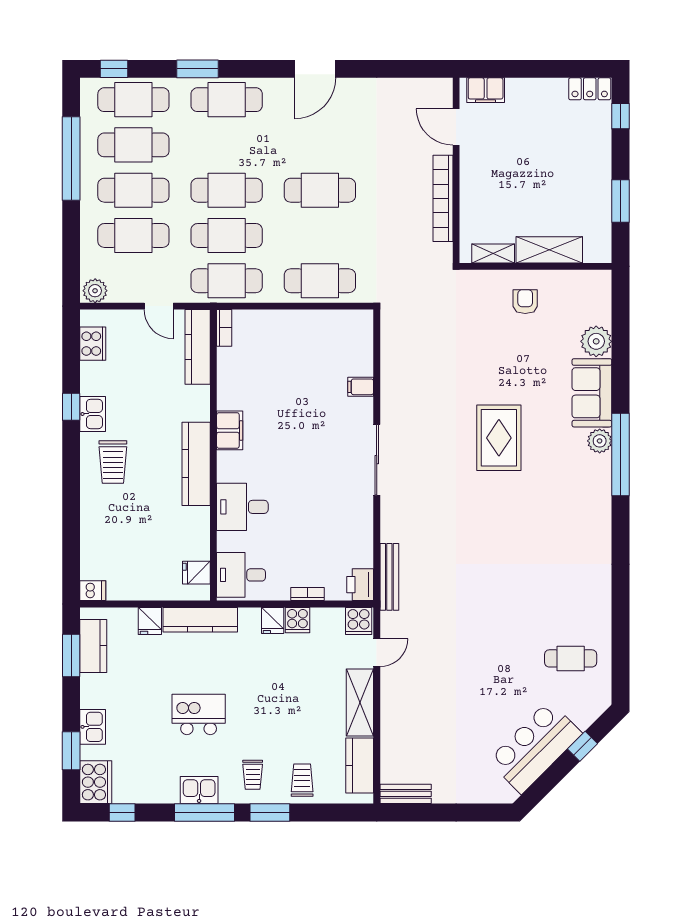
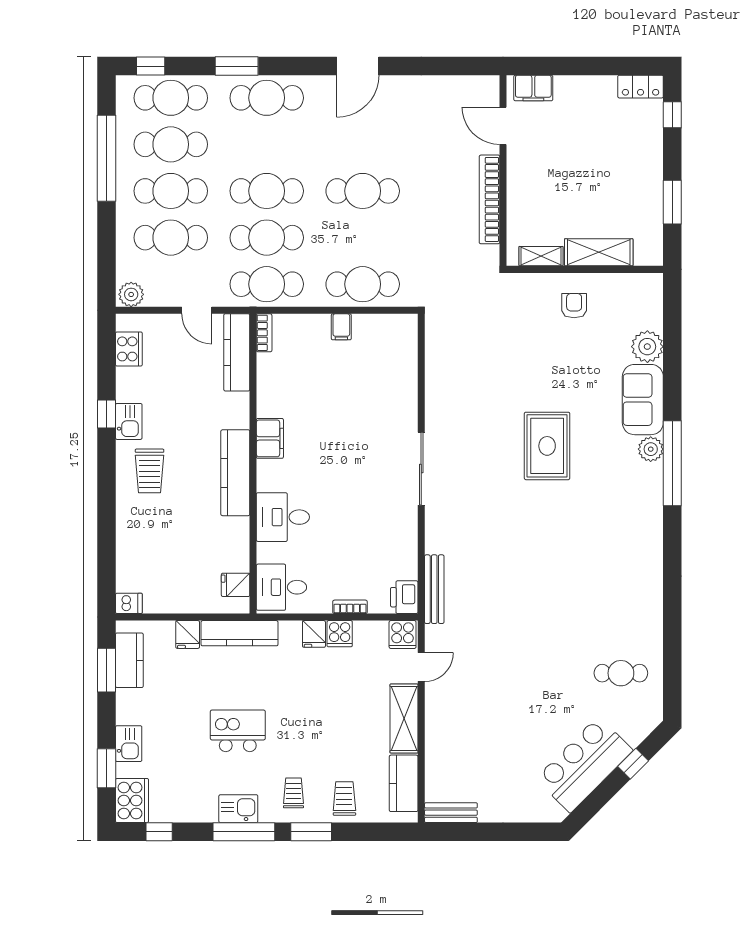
filing cabinet: (361, 387) -> (341, 327), moved, turned -90
trolley: (253, 775) -> (293, 793), turned 180

